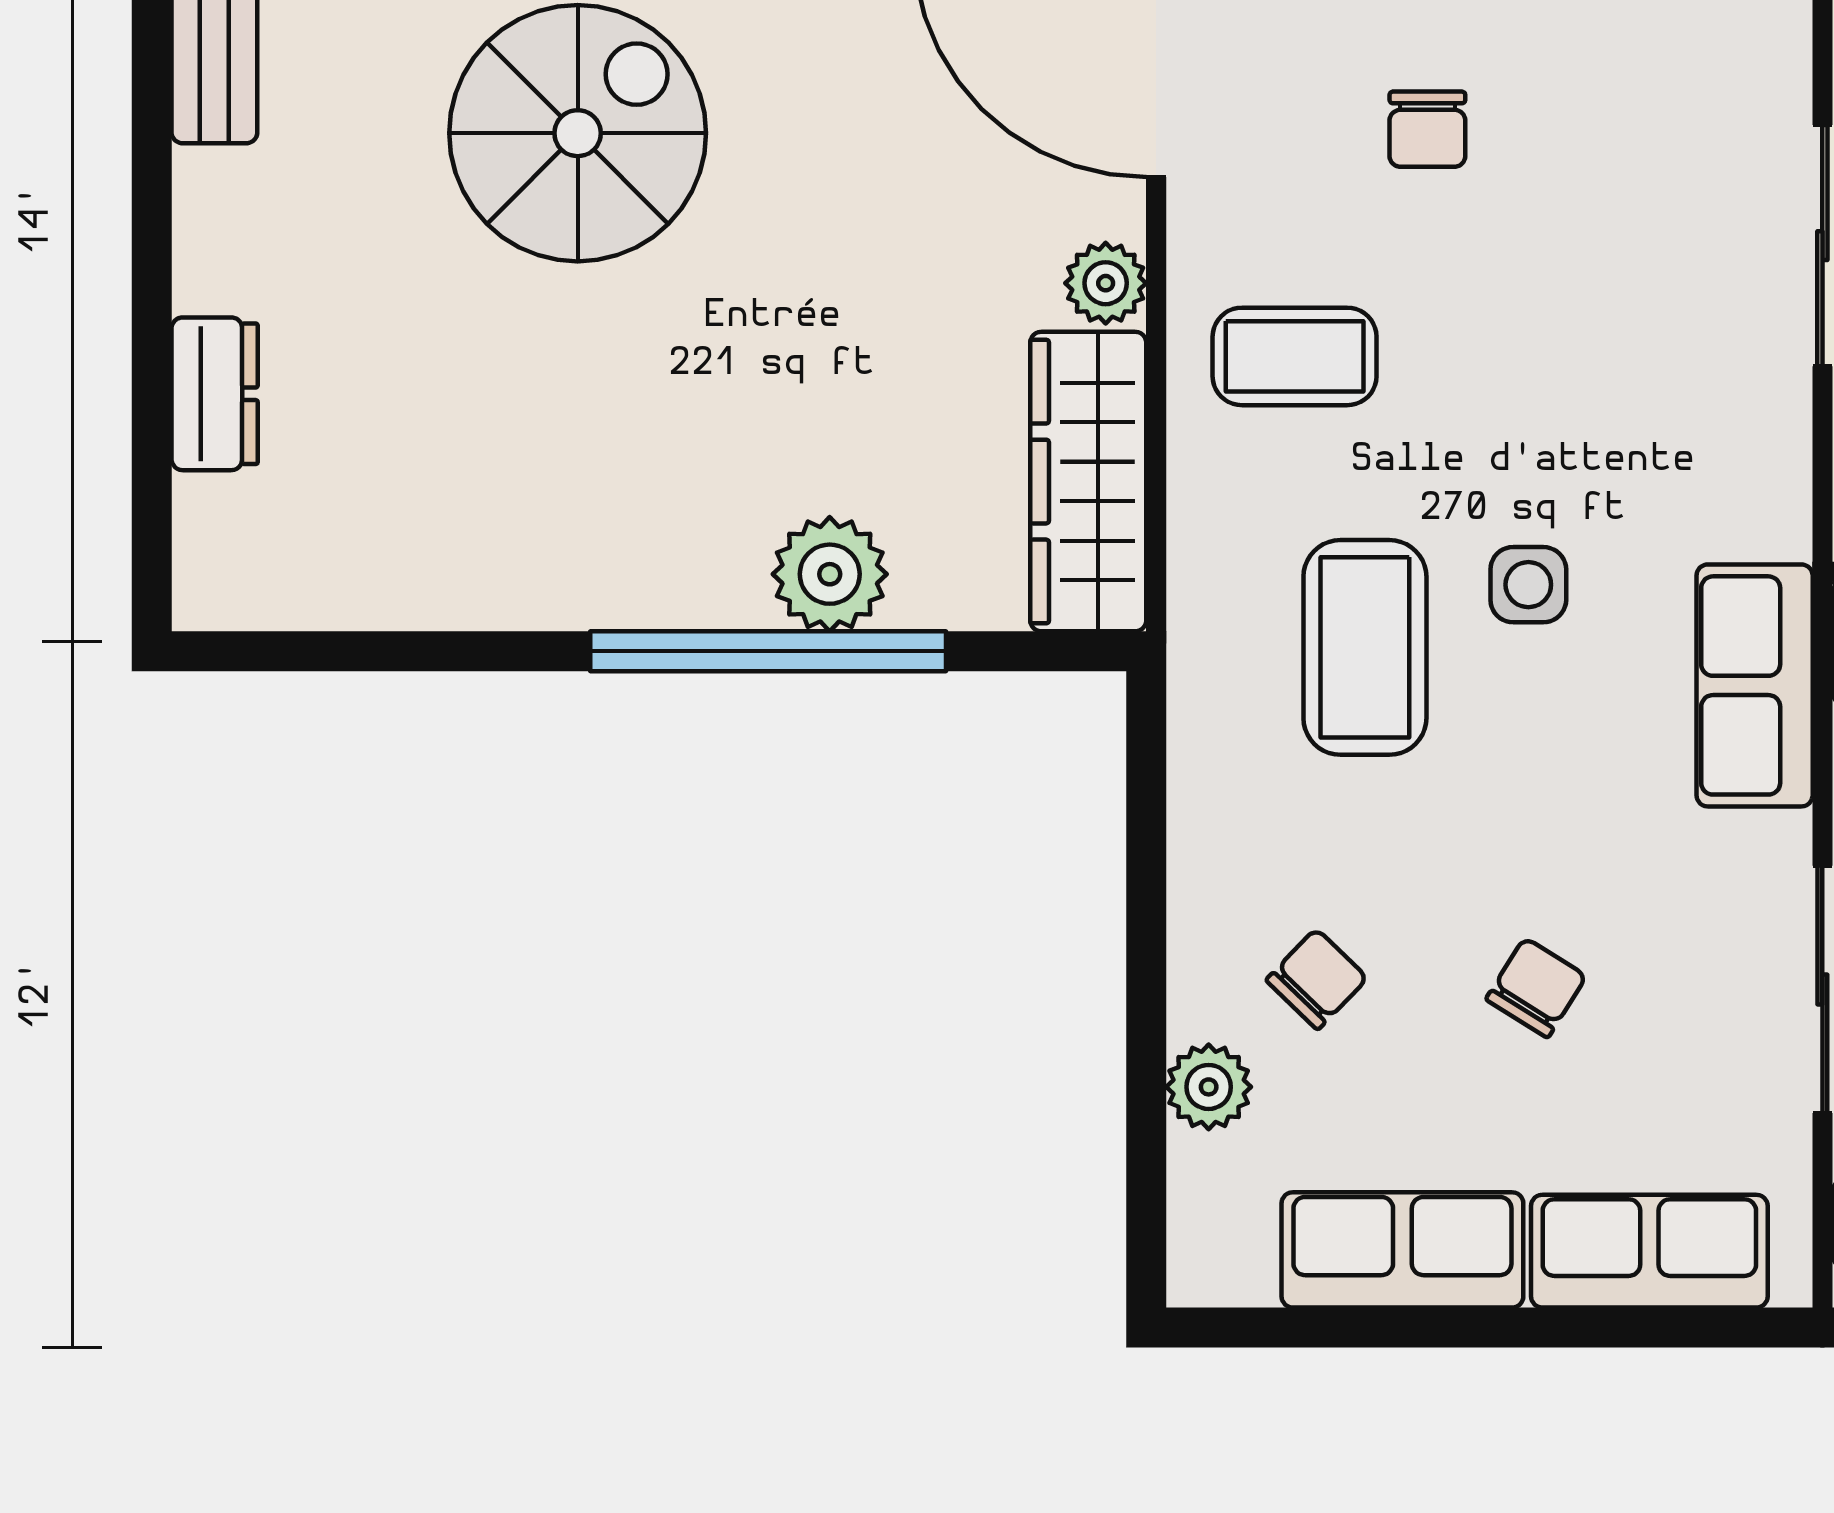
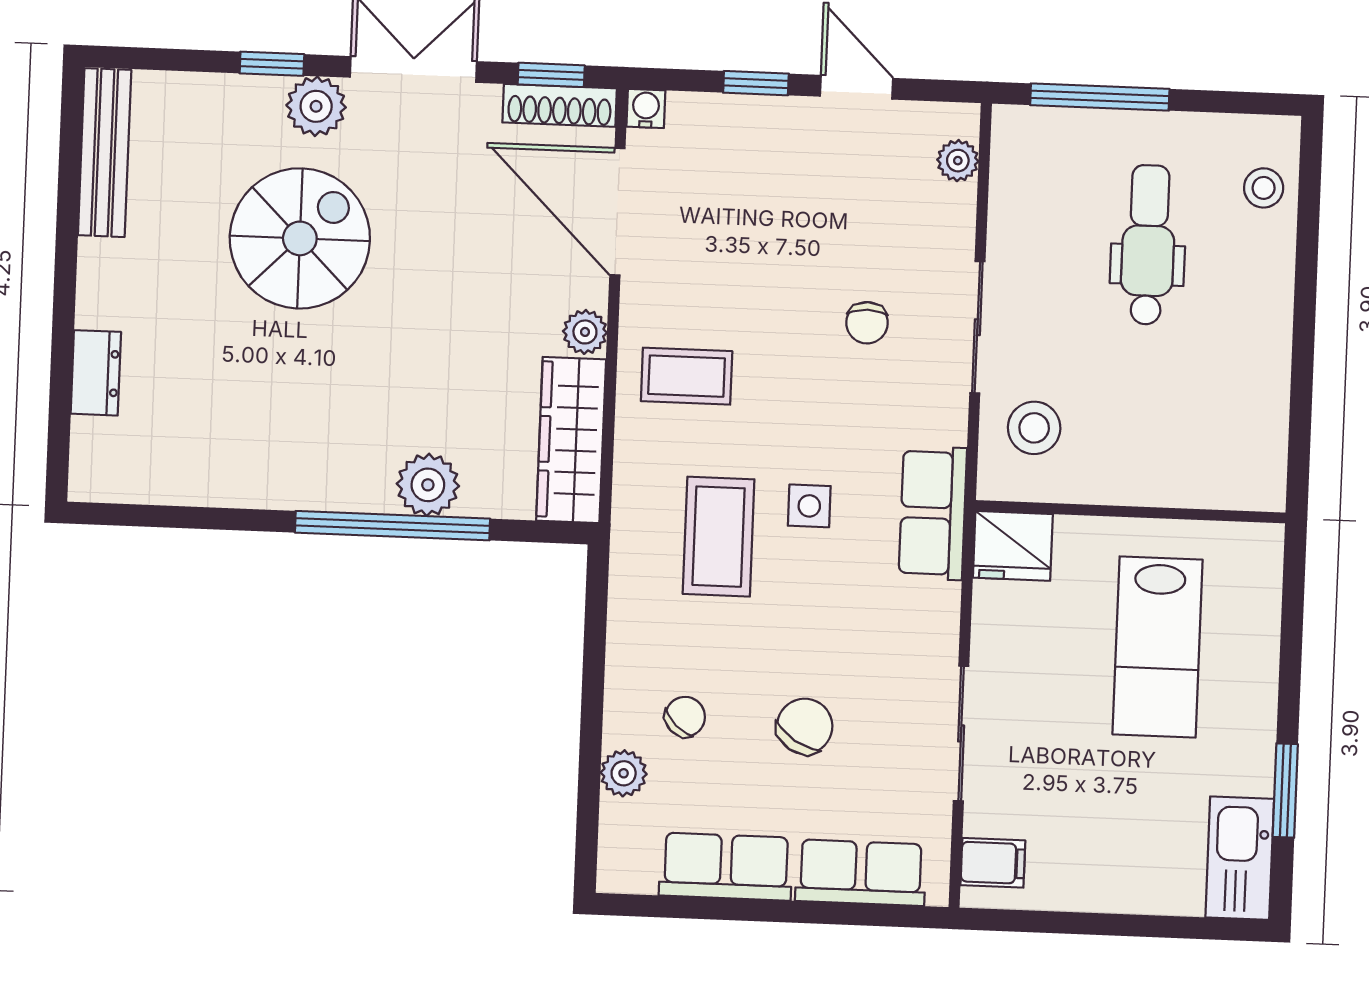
chair: (1427, 129) -> (867, 323), moved
row of seats: (1755, 685) -> (933, 513), moved
chair: (1536, 988) -> (805, 726), width x1.37, depth x1.37

